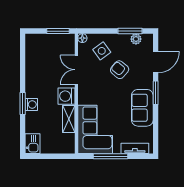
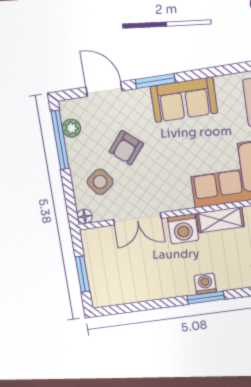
window: (58, 31) -> (83, 274), moved
window: (130, 31) -> (60, 140), width x1.44

